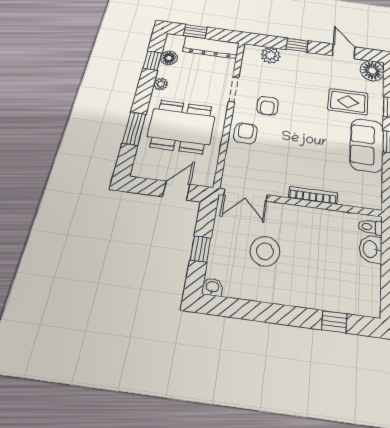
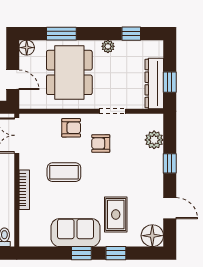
window: (195, 31) -> (170, 82), moved
door: (344, 51) -> (170, 208), hinge flipped
floor lamp: (169, 58) -> (27, 48), moved
coffee table: (296, 148) -> (64, 172), added

